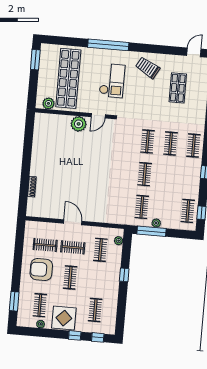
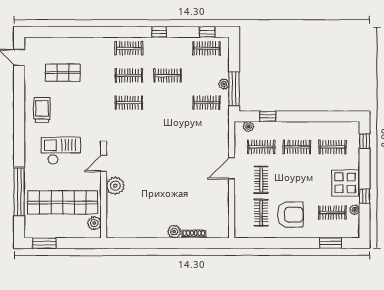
window: (108, 45) -> (19, 192), moved
trolley: (148, 68) -> (42, 110), turned 151
door: (98, 116) -> (104, 163), swing flipped
plant: (35, 170) -> (174, 232), added
clothes rail: (145, 174) -> (168, 75), moved
door: (73, 222) -> (232, 168), moved
armchair: (41, 269) -> (290, 215), turned -90
window: (124, 275) -> (268, 116), moved
clothes rail: (70, 277) -> (297, 147), moved
window: (75, 335) -> (364, 196), moved

